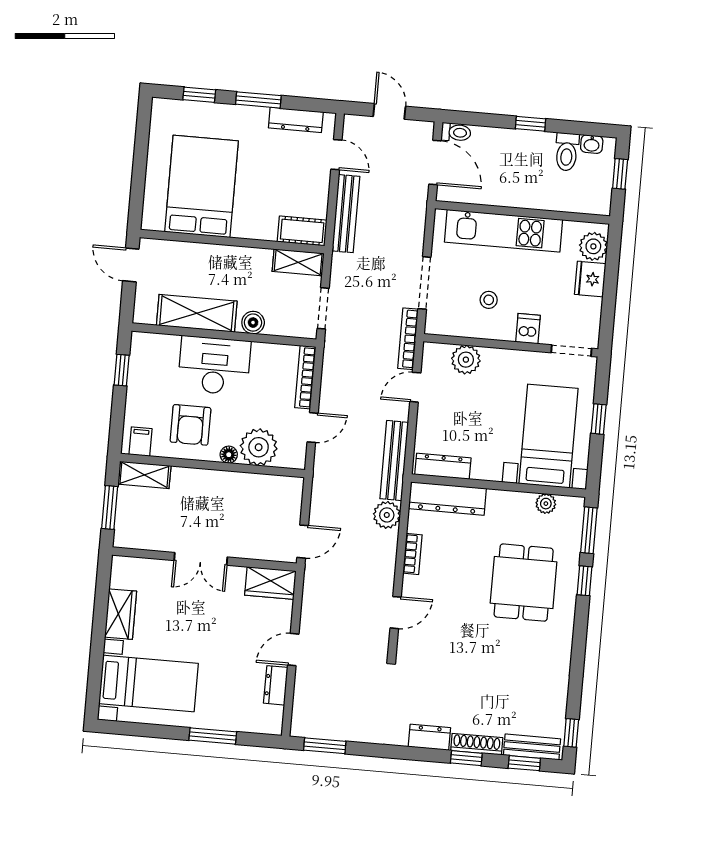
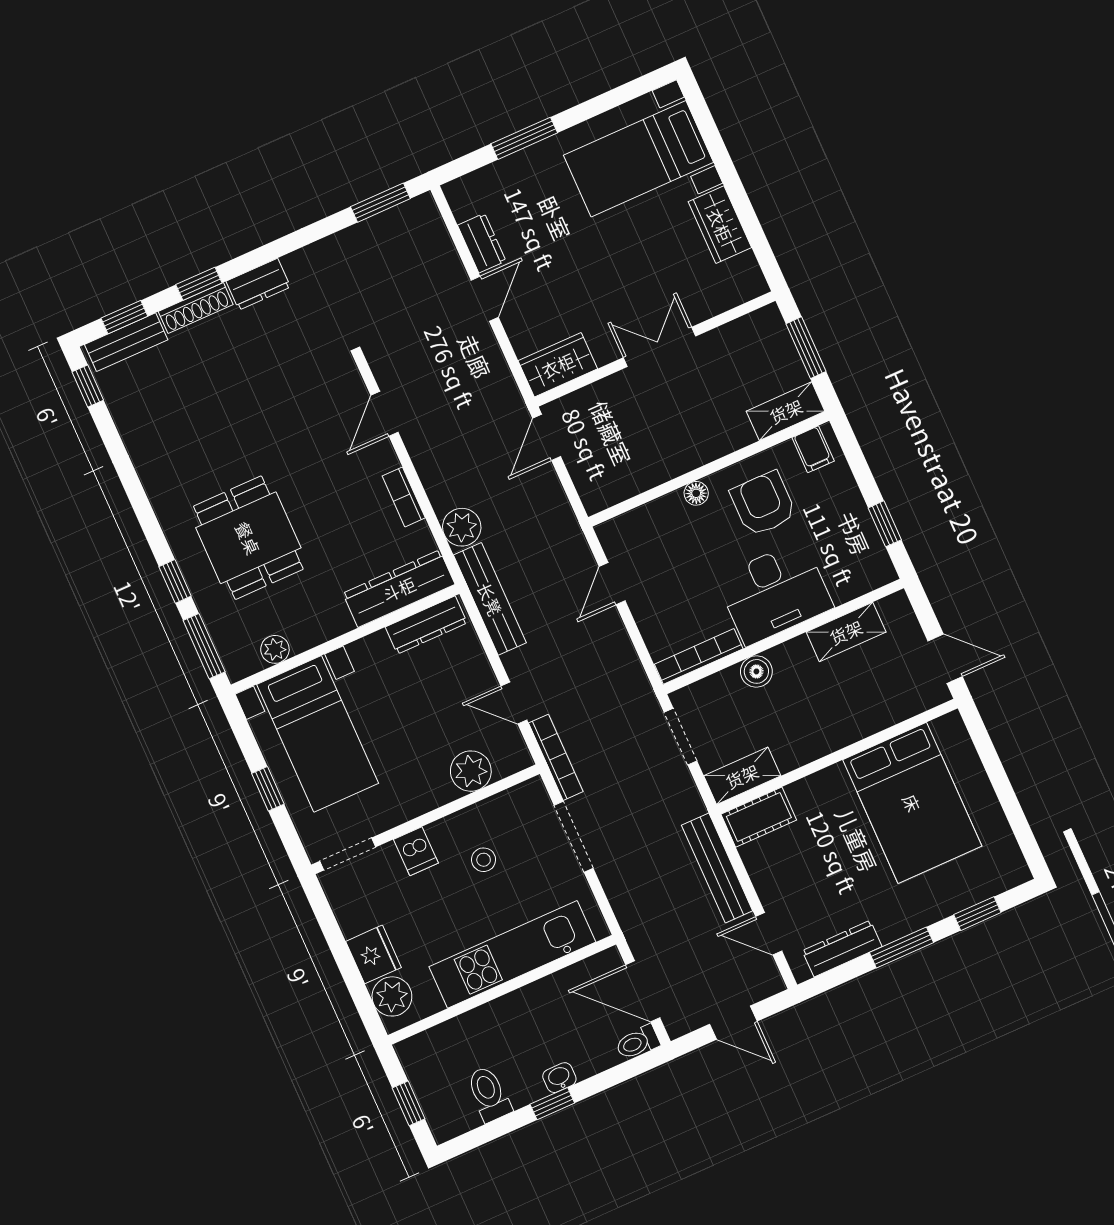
washbasin: (592, 144) -> (559, 1078), moved
shelving: (197, 313) -> (846, 632), width x0.67, depth x0.75
bookcase: (305, 377) -> (699, 656), moved, turned -90
door: (415, 387) -> (514, 703), swing flipped
plant: (259, 447) -> (665, 523), removed

